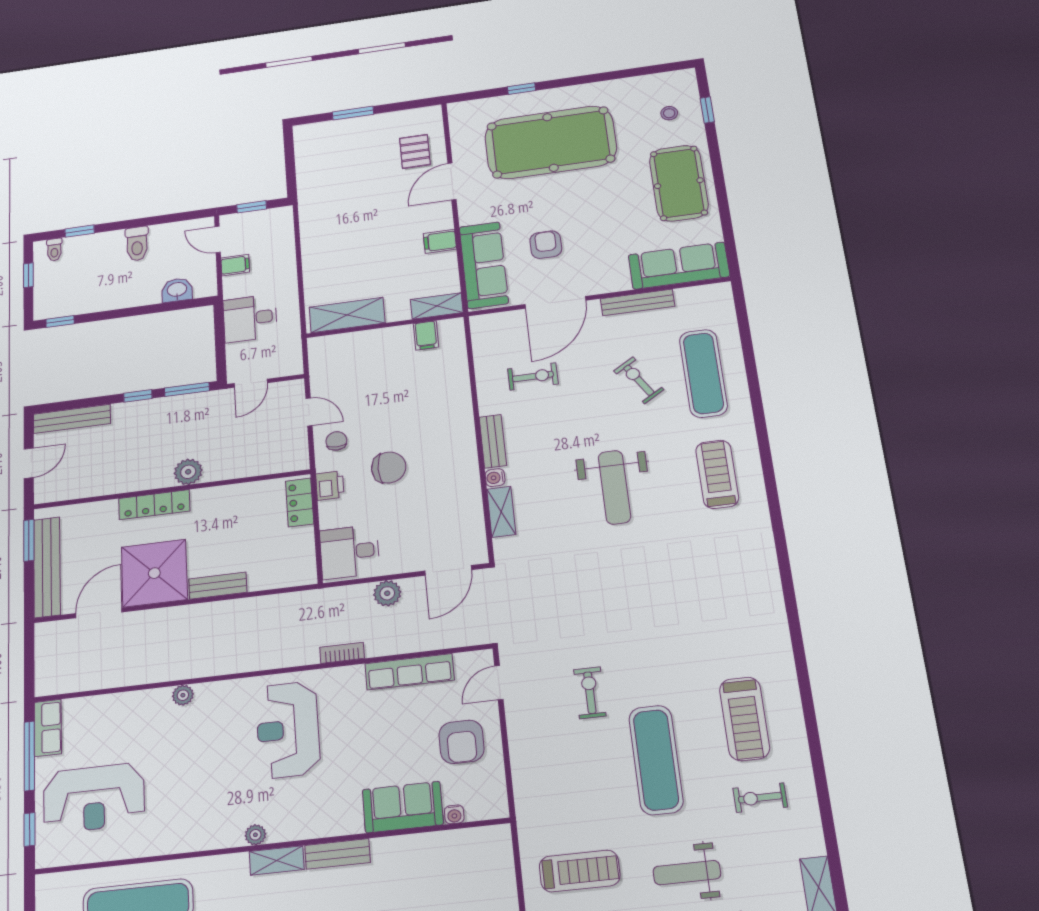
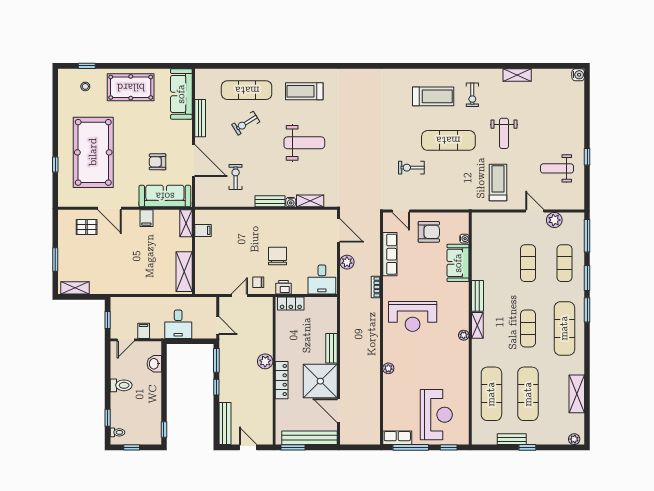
shelving: (305, 150) -> (75, 288), added

